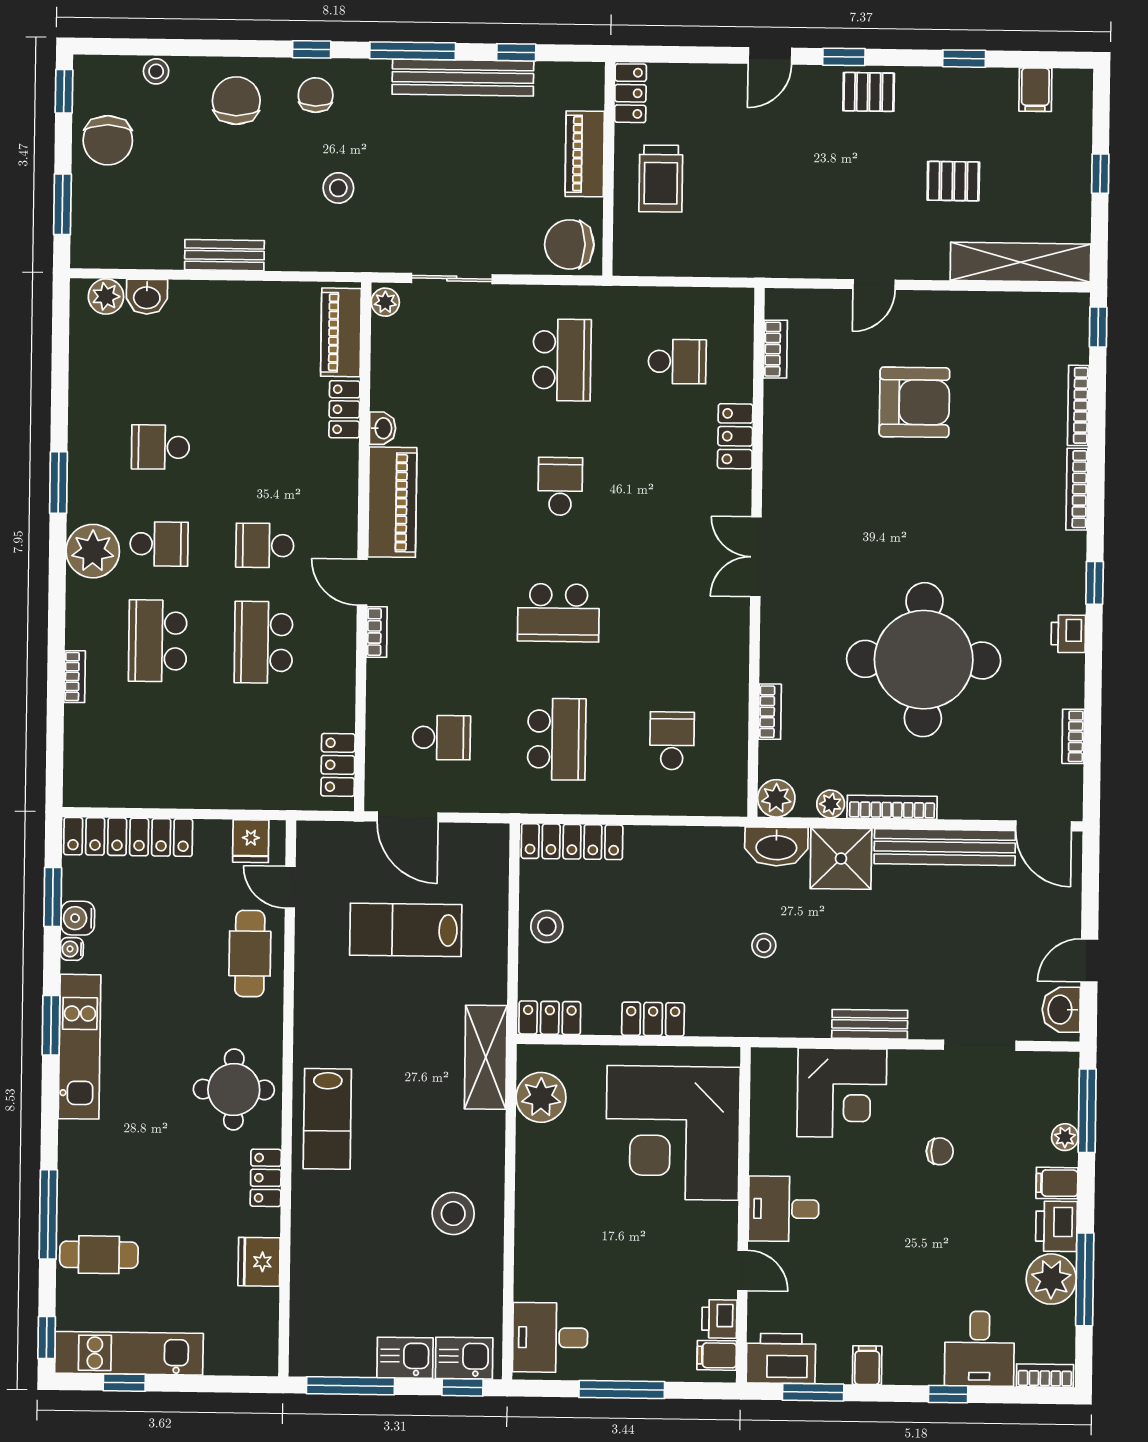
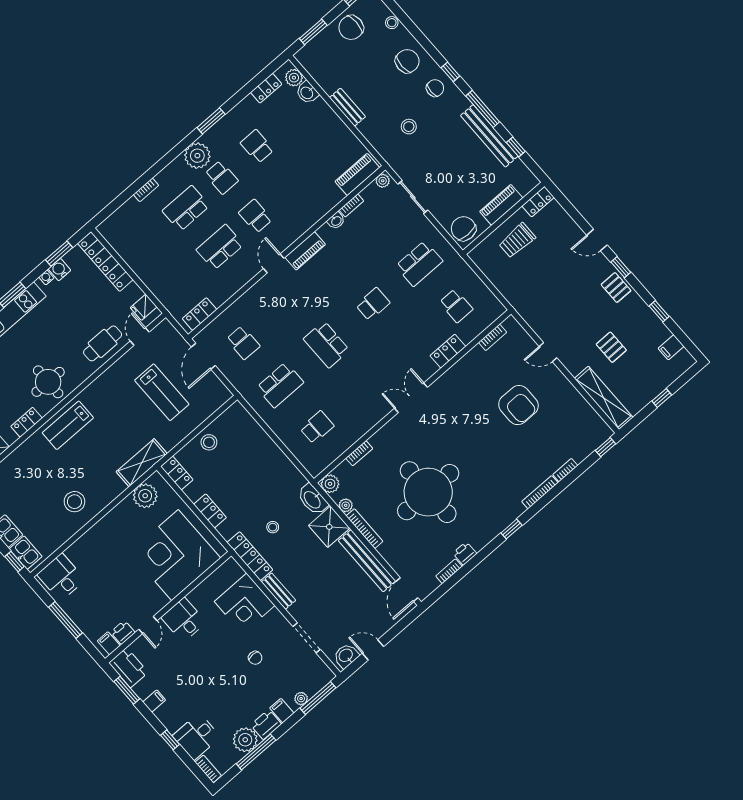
bookcase: (1078, 405) -> (565, 470), width x0.64
locker: (344, 409) -> (266, 88), moved, turned 180
piano: (392, 502) -> (305, 251), width x0.73, depth x0.75
bookcase: (377, 632) -> (351, 206), moved
printer: (1068, 634) -> (465, 553), moved
locker: (572, 842) -> (250, 556), moved, turned 180
lab bench: (406, 930) -> (162, 392), turned 180

